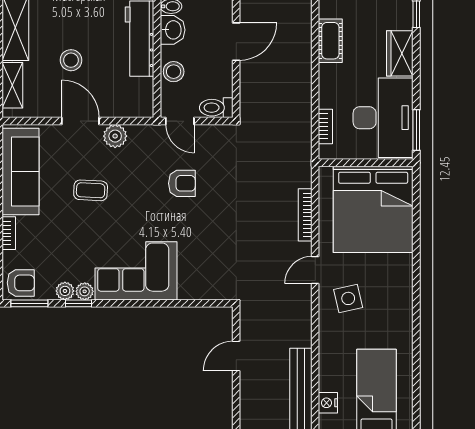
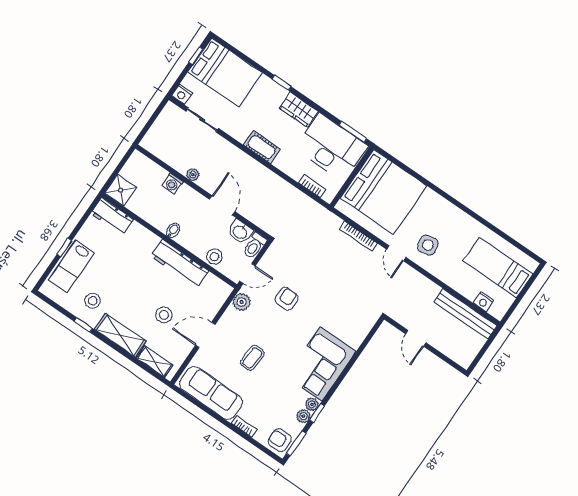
washbasin: (173, 30) -> (240, 232), moved, turned 180
plant: (115, 136) -> (242, 302), moved
armchair: (21, 283) -> (280, 440), turned -90

